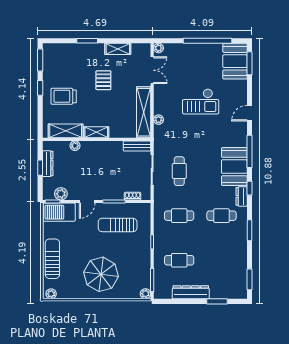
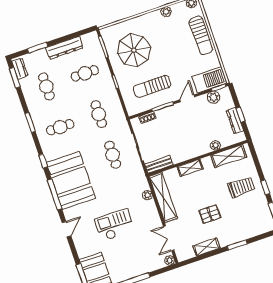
pallet: (103, 80) -> (210, 214), turned 90
shelving: (96, 132) -> (190, 168), moved
booth: (234, 167) -> (71, 181), width x1.36, depth x1.42
dresser: (242, 196) -> (20, 69), moved
cafe table: (179, 216) -> (99, 114), turned 90
sun lounger: (118, 225) -> (152, 86), turned 180
cafe table: (221, 260) -> (46, 86), added
parasol: (101, 274) -> (134, 50), moved
plant: (145, 294) -> (166, 12), moved

